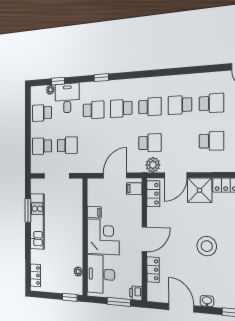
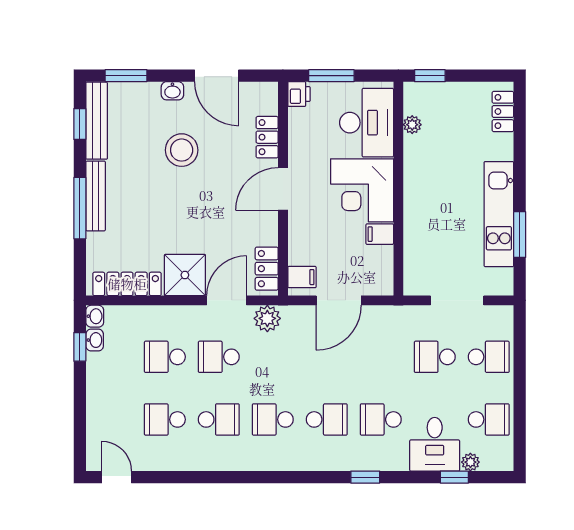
school desk: (150, 143) -> (219, 357), moved
stool: (207, 246) -> (182, 150), moved

